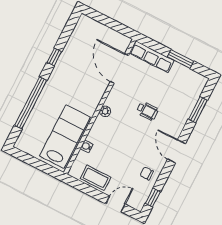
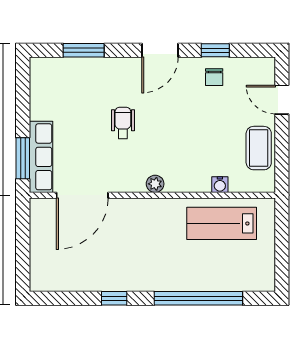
window: (180, 59) -> (23, 158), moved
lab bench: (65, 137) -> (222, 223), width x0.73, depth x0.72
window: (153, 198) -> (215, 50), moved

